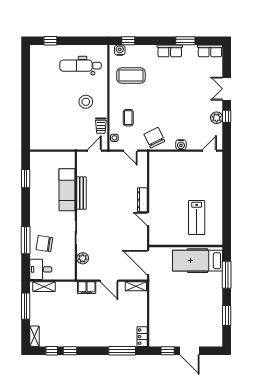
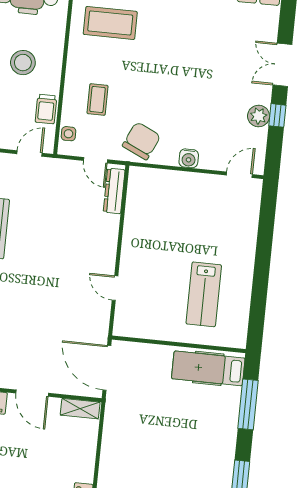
chair: (154, 138) -> (141, 141), turned 51
dresser: (142, 200) -> (114, 191), moved
hospital bed: (198, 261) -> (208, 368), width x0.73, depth x0.78

